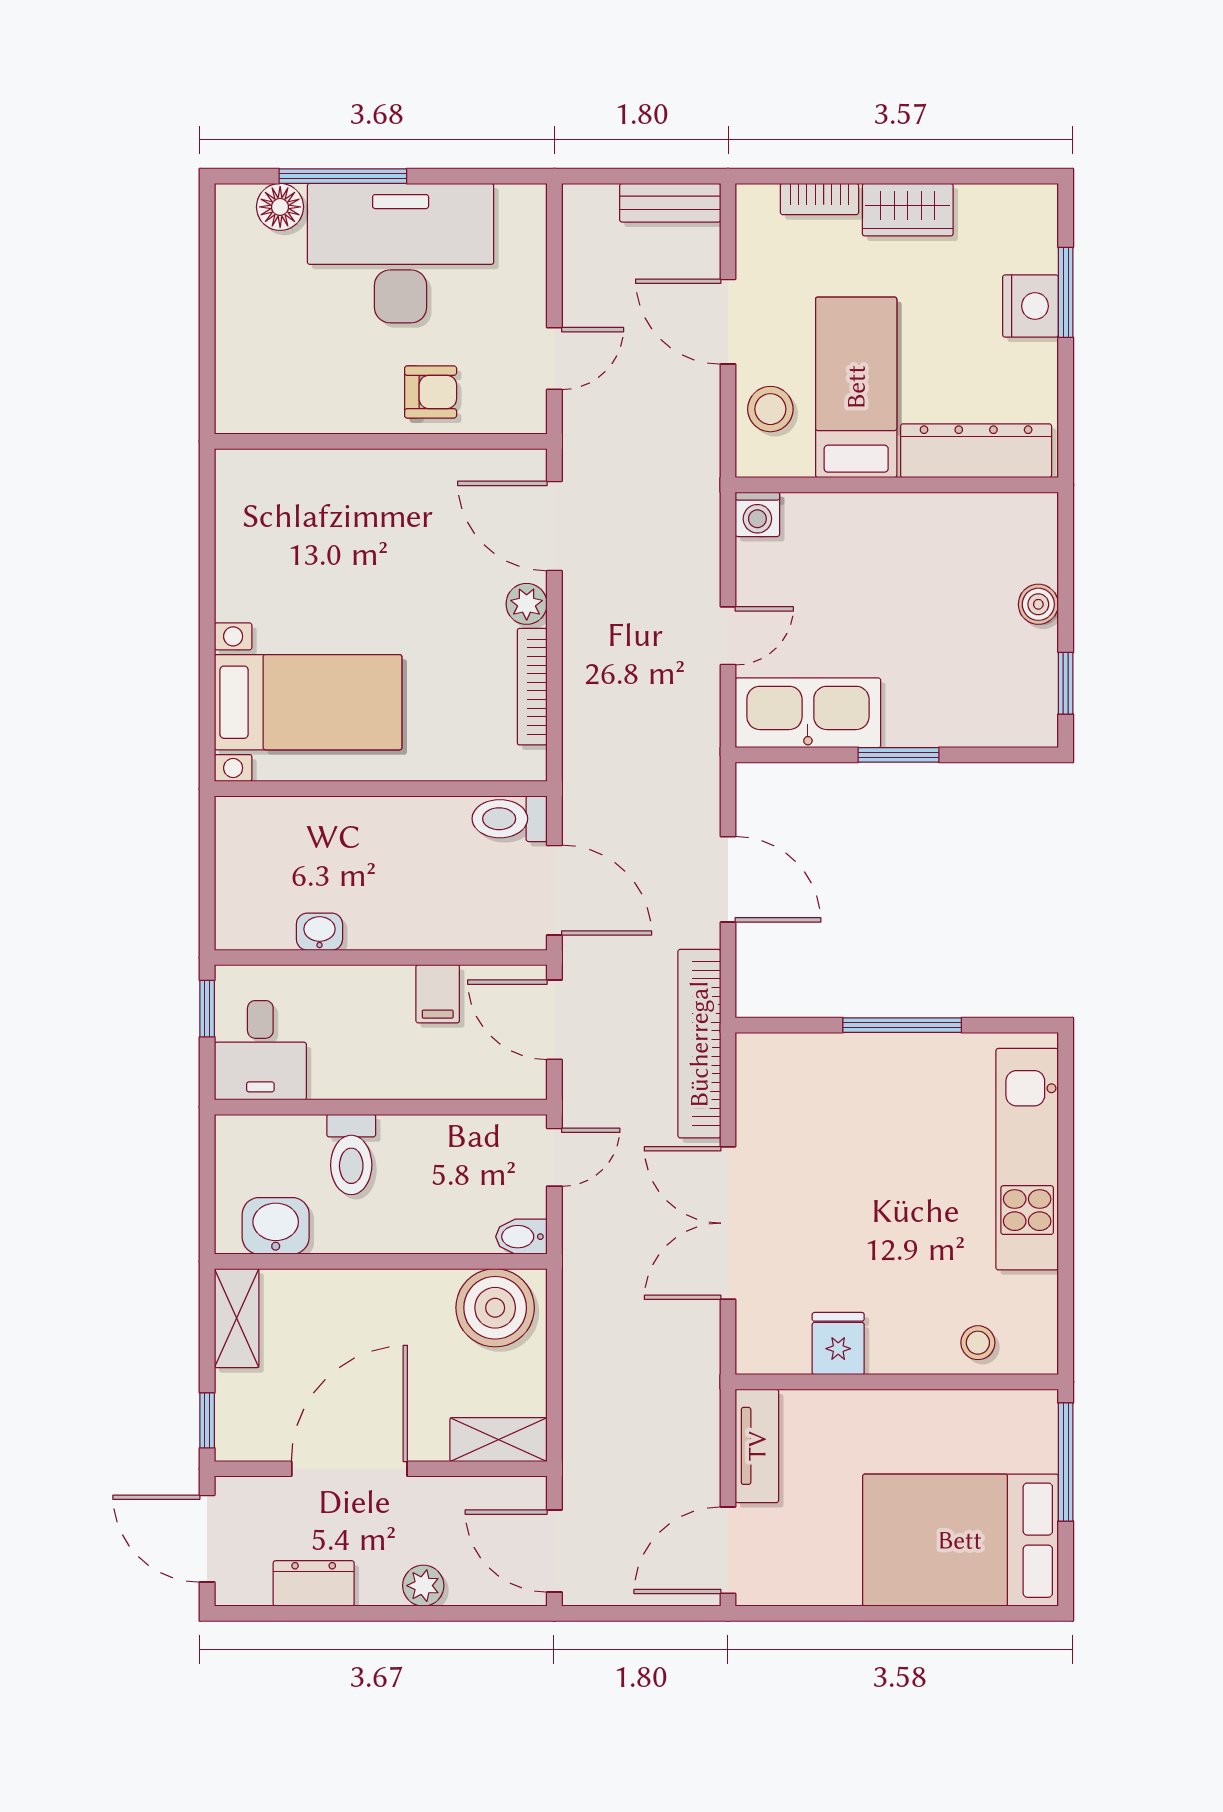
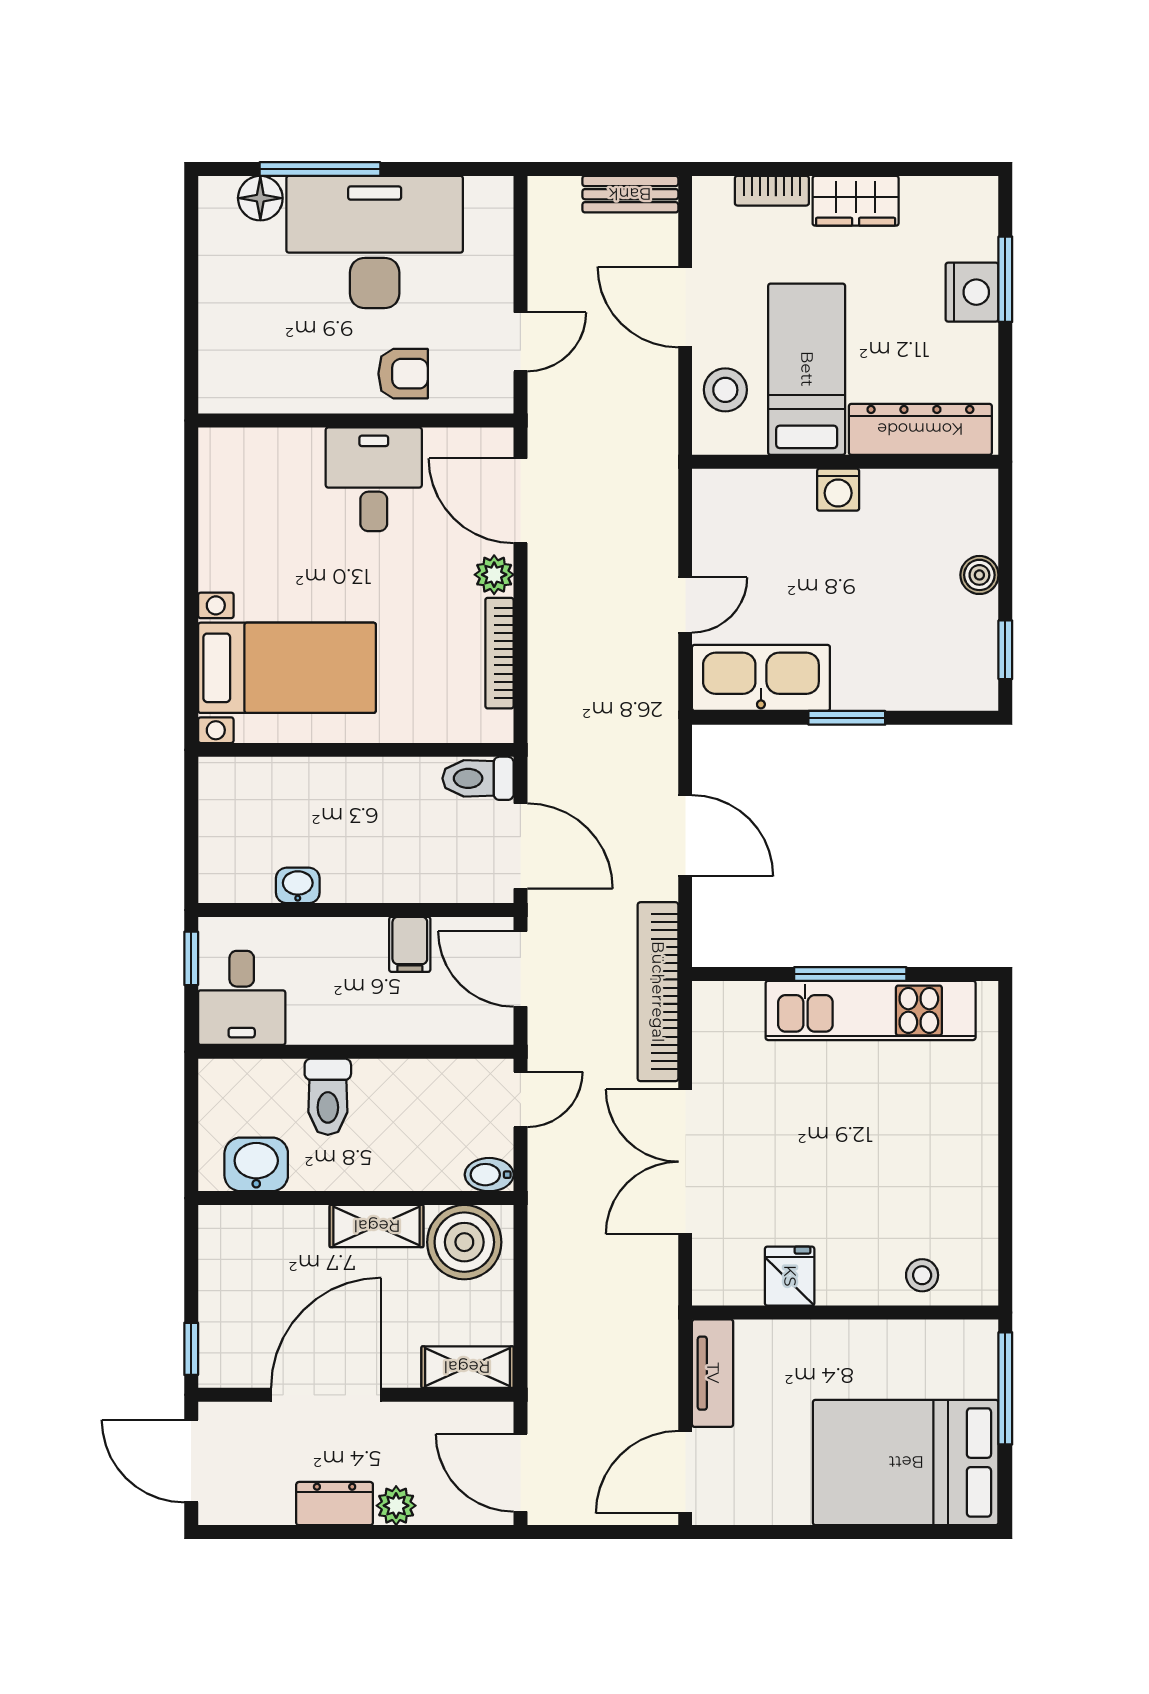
desk: (400, 503) -> (374, 479), added
washing machine: (757, 514) -> (838, 490), moved
kitchen unit: (1027, 1159) -> (871, 1010), moved, turned -90
shelving: (237, 1318) -> (377, 1226), moved, turned 90
dresser: (314, 1583) -> (335, 1504), moved

